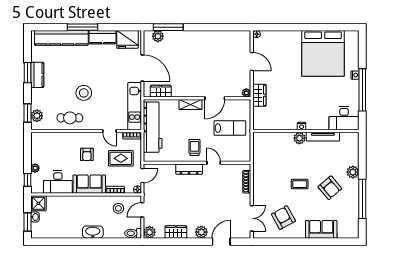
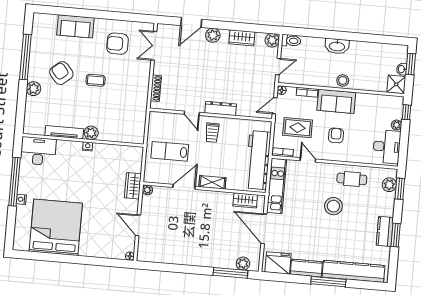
desk: (58, 182) -> (387, 147), moved, turned 90
stool: (118, 208) -> (343, 80), moved
armchair: (283, 218) -> (117, 44), turned 119

